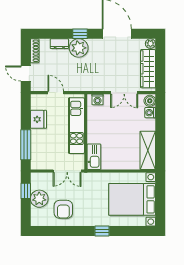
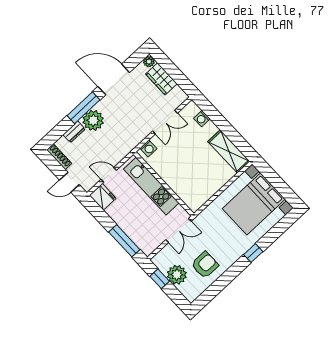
window: (80, 34) -> (83, 108), width x2.17
wardrobe: (148, 69) -> (161, 79), width x0.67
boiler: (150, 101) -> (192, 109), removed
fridge: (38, 119) -> (103, 197), moved
kitchen sink: (94, 157) -> (189, 198), removed
armchair: (63, 209) -> (205, 265), turned -90

